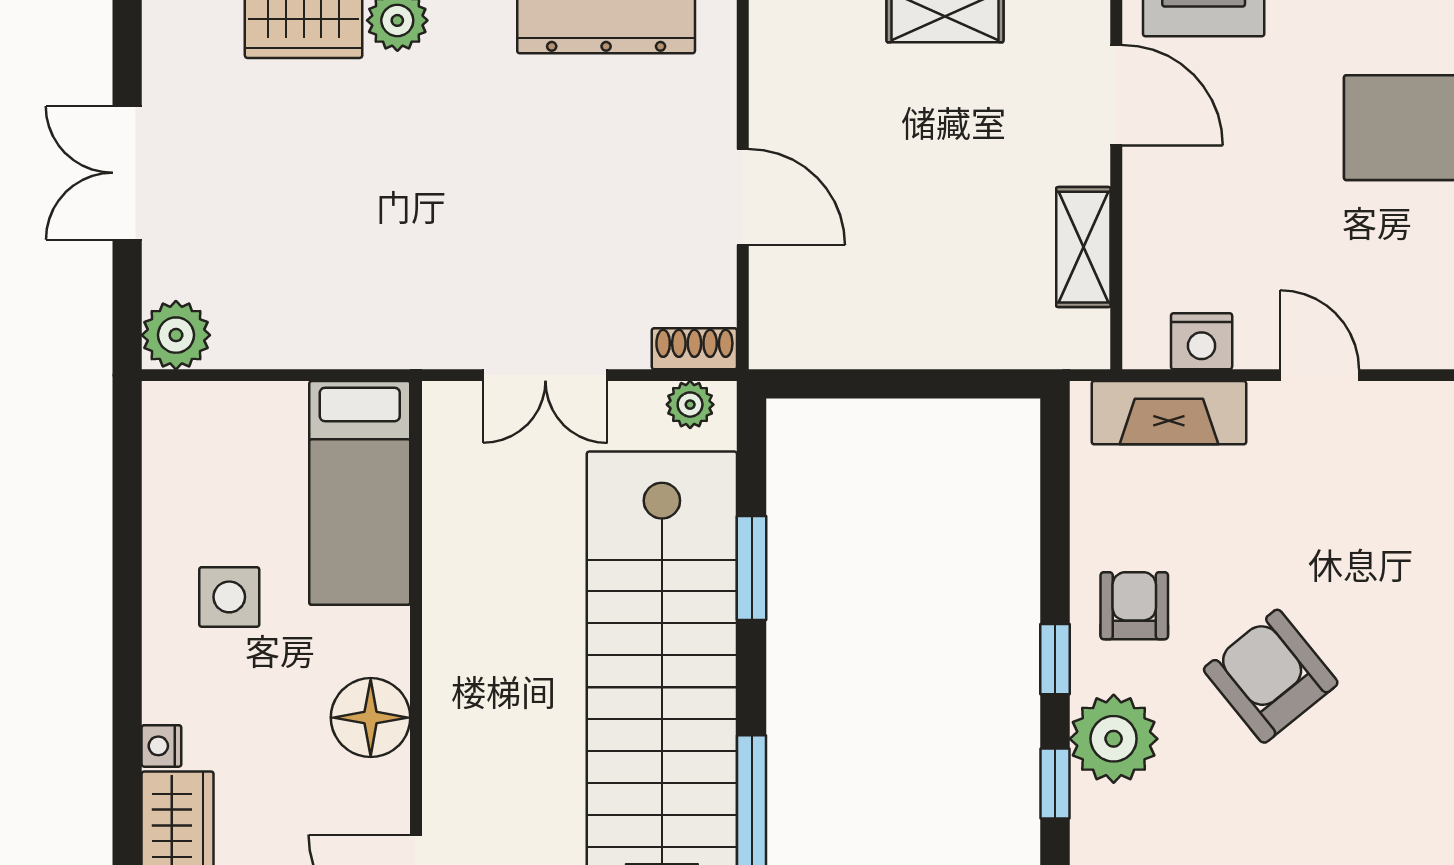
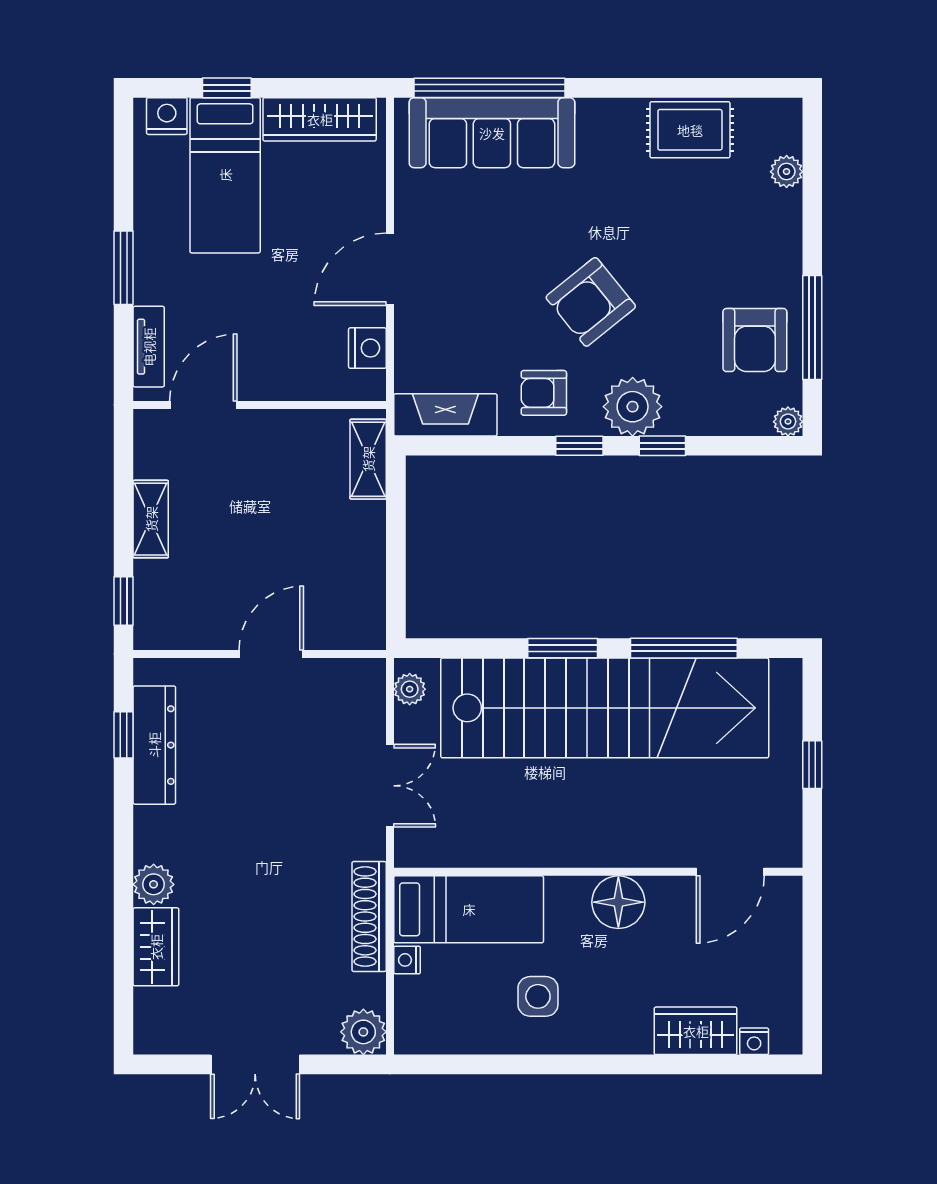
shelving: (1083, 247) -> (368, 459), moved, turned 90
shoe rack: (694, 349) -> (369, 917), moved, width x1.94, depth x1.24
door: (1320, 375) -> (390, 269), width x1.38
fireplace: (1169, 413) -> (445, 415), moved, turned -90
window: (752, 568) -> (563, 648), moved
nightstand: (161, 746) -> (407, 960), moved, turned 90

